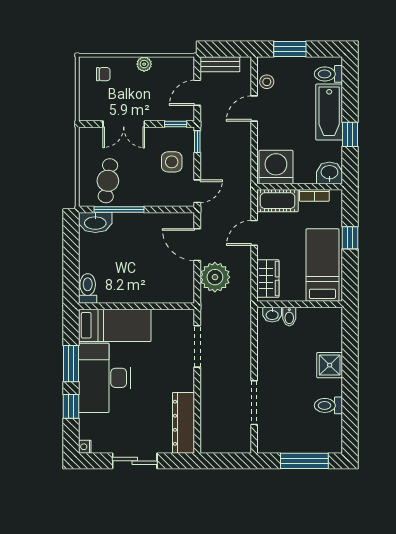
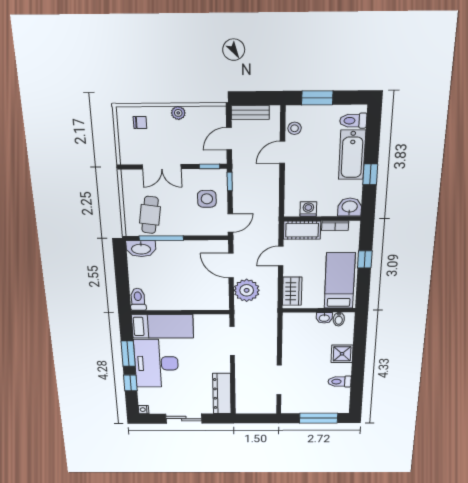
washing machine: (276, 167) -> (308, 209), width x0.53, depth x0.53
washbasin: (272, 315) -> (324, 318), moved
bidet: (289, 317) -> (339, 319), moved

